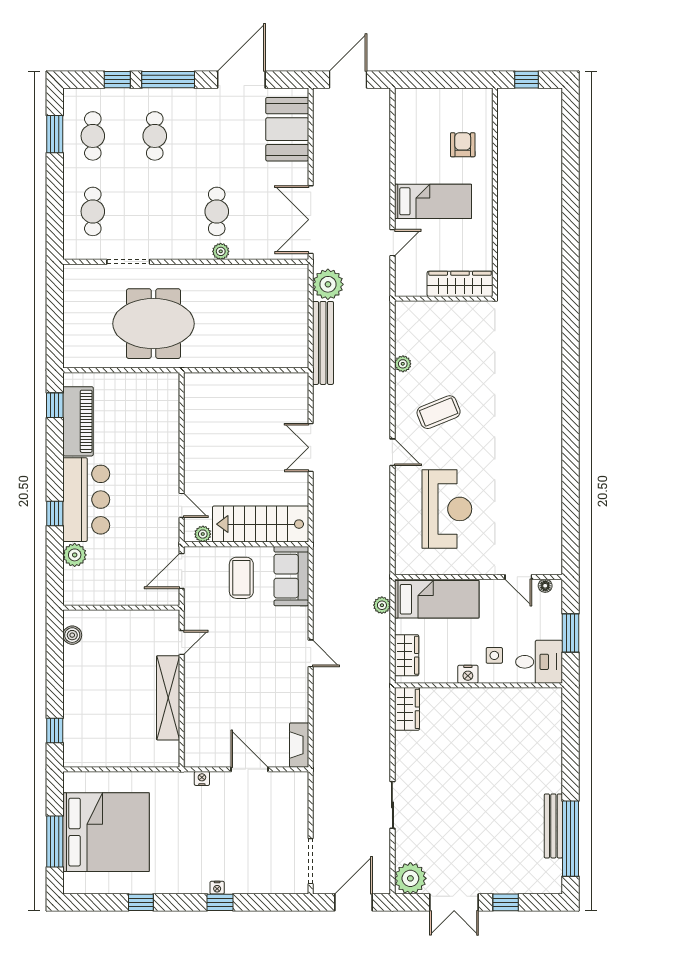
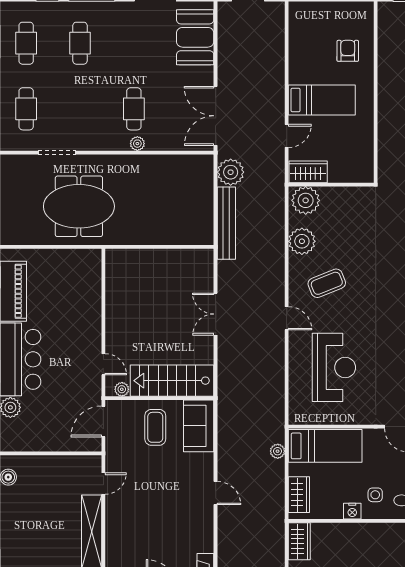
wardrobe: (460, 284) -> (308, 172), moved, width x0.67
plant: (414, 317) -> (306, 200), added
plant: (403, 364) -> (302, 241), width x1.88, depth x1.88

